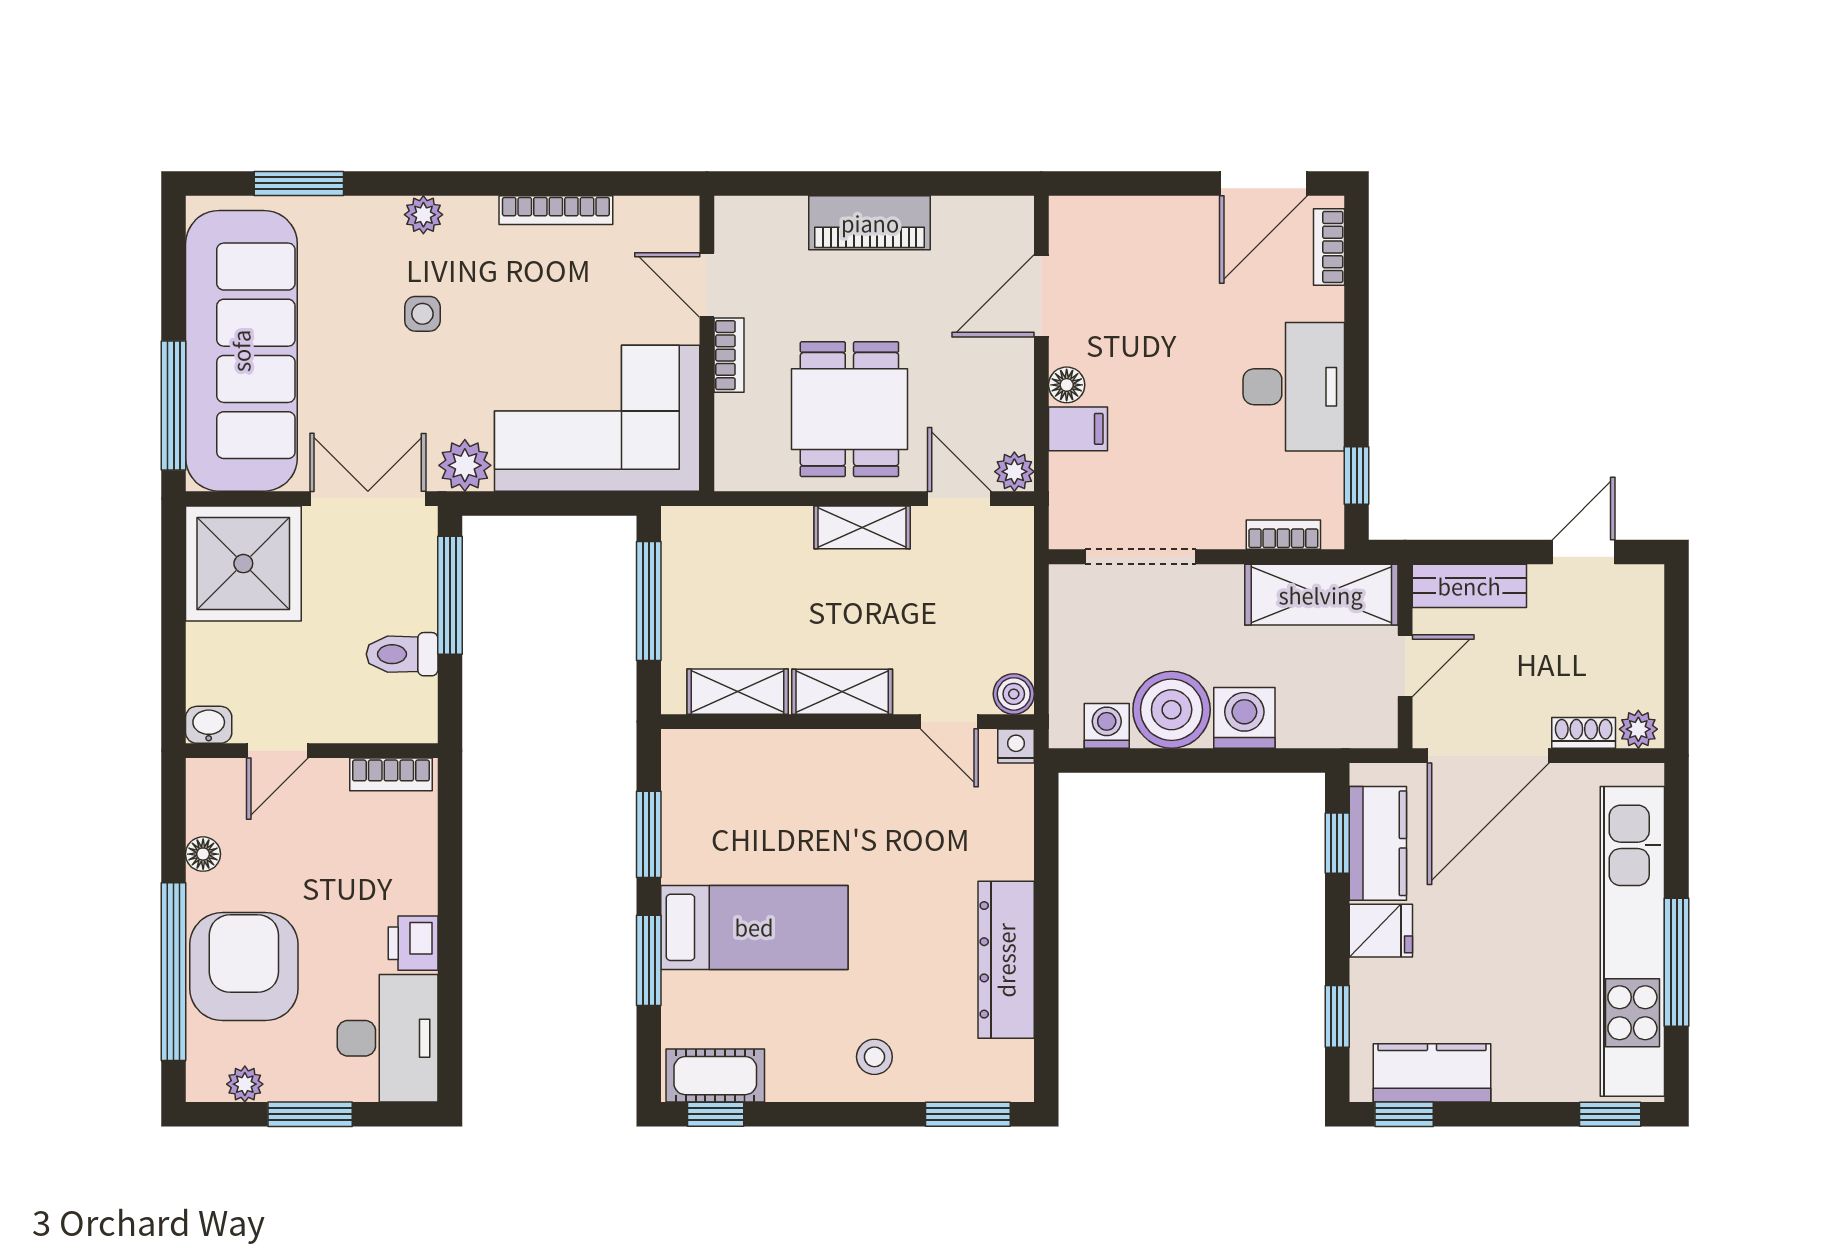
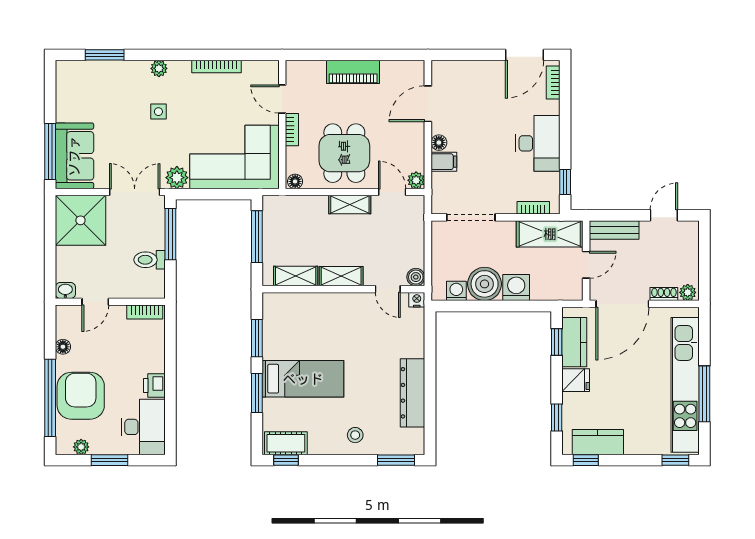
sofa: (241, 351) -> (74, 156), width x0.54, depth x0.79
floor lamp: (736, 474) -> (295, 181), added

